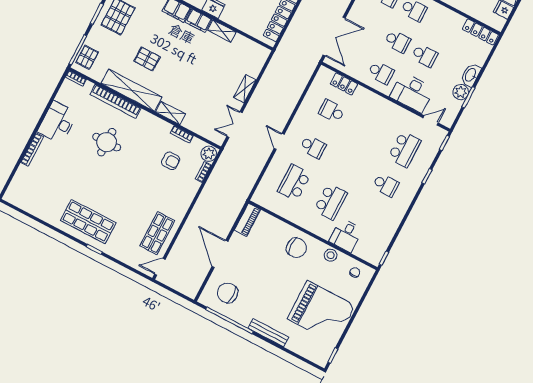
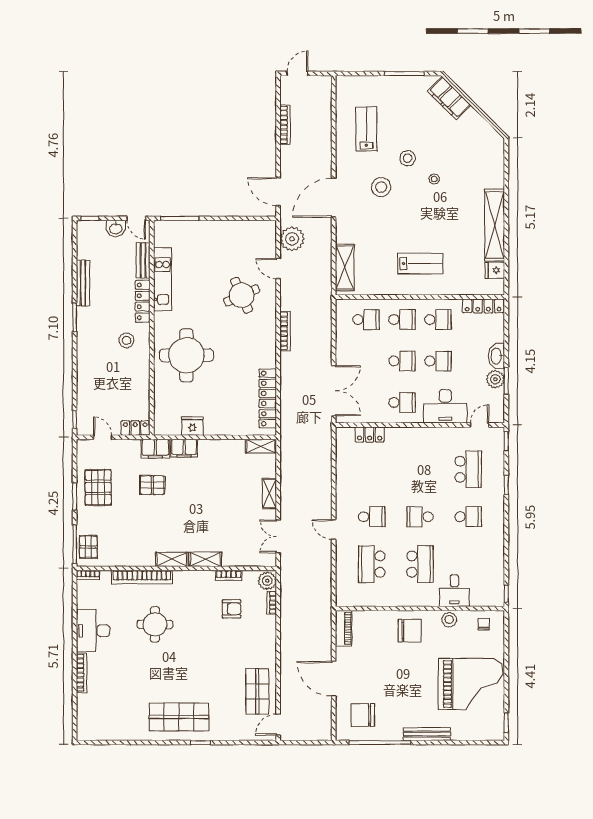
school desk: (441, 24) -> (438, 320), added
shelving: (222, 31) -> (261, 446), moved
pallet: (147, 59) -> (152, 485), moved
shelving: (132, 90) -> (172, 559), width x0.45, depth x0.75
school desk: (332, 111) -> (420, 517), moved

